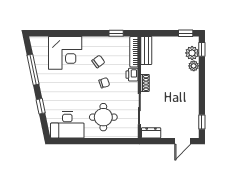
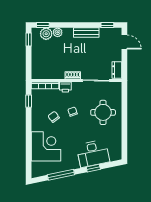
bench: (146, 50) -> (86, 33), moved
desk: (67, 125) -> (93, 154), moved, turned 78

